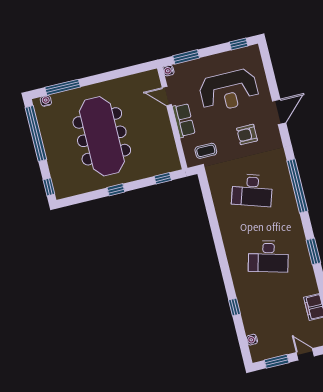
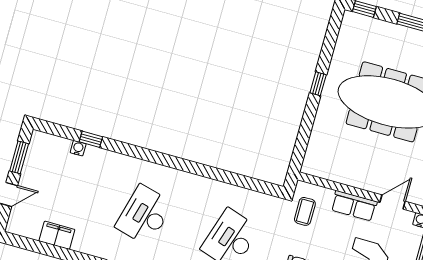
window: (163, 178) -> (301, 145), removed
window: (235, 307) -> (91, 139), moved
water cooler: (252, 340) -> (78, 148), moved

